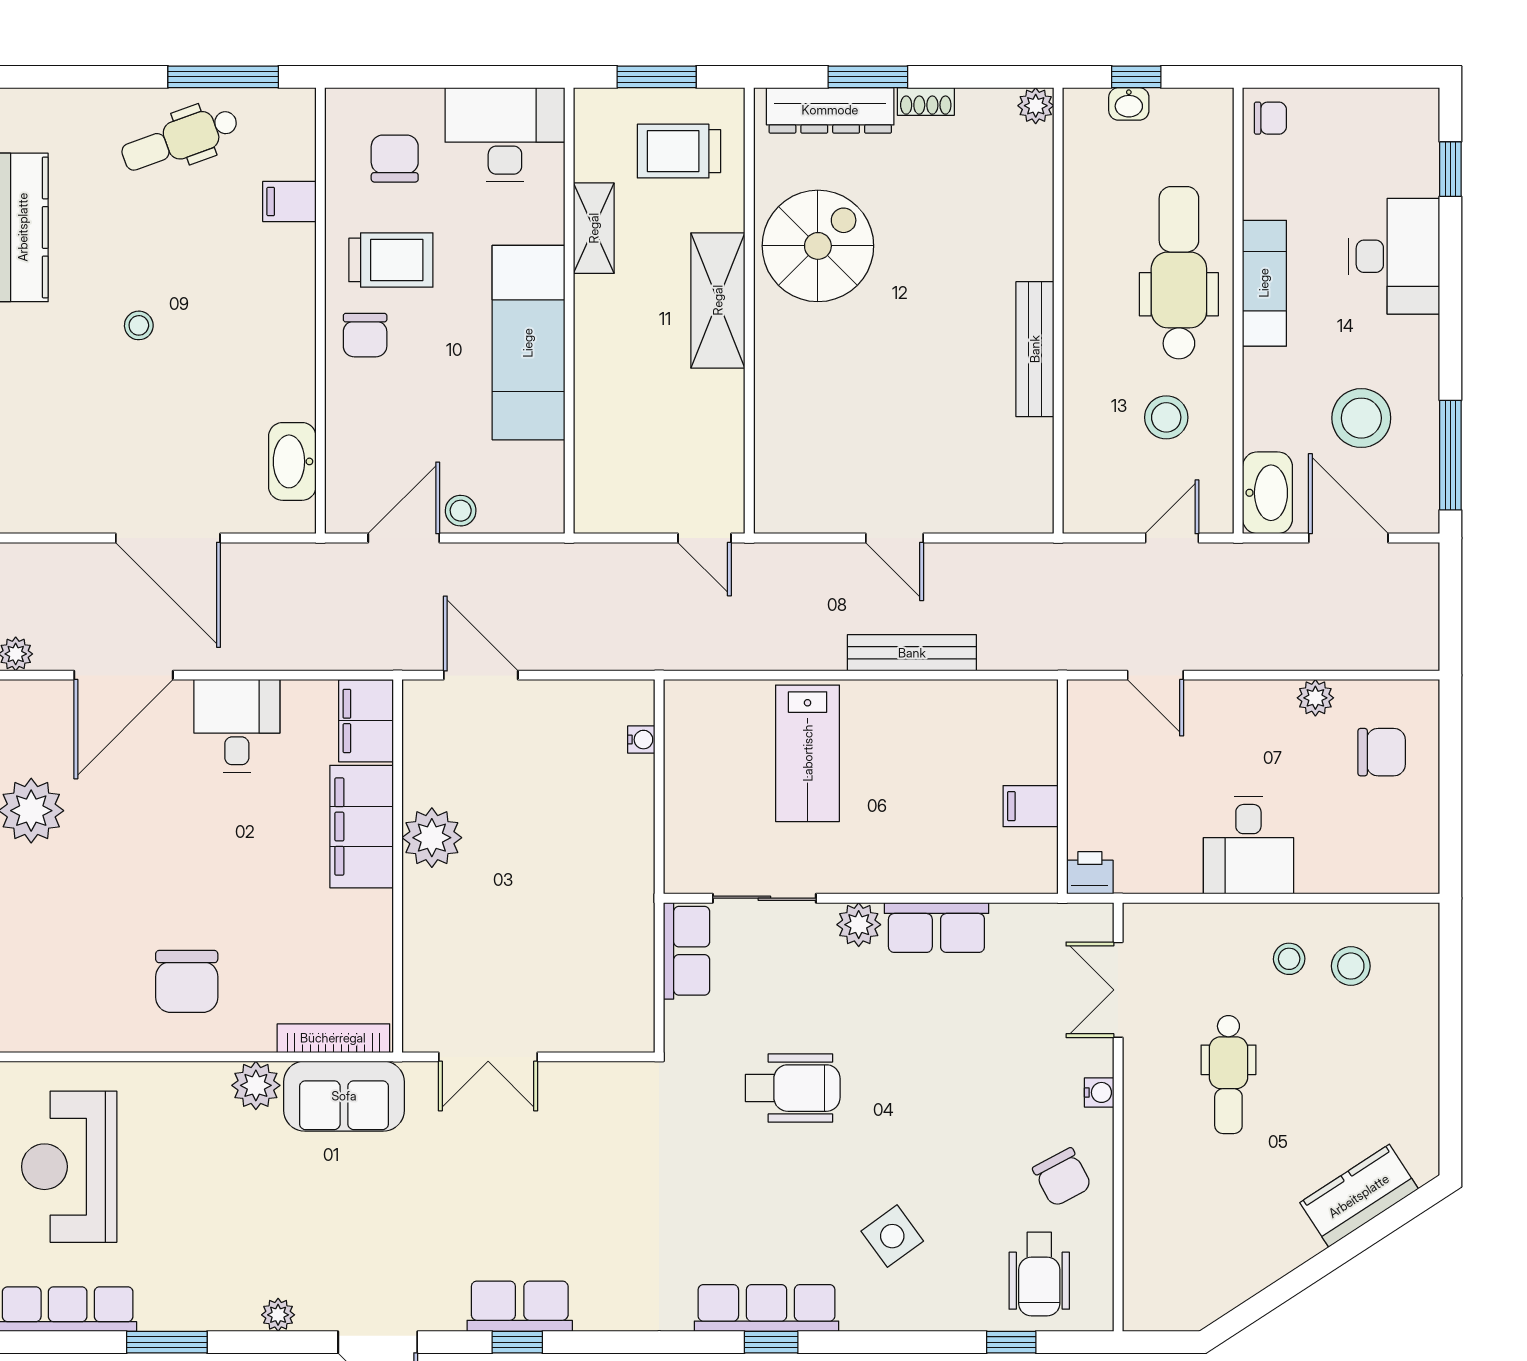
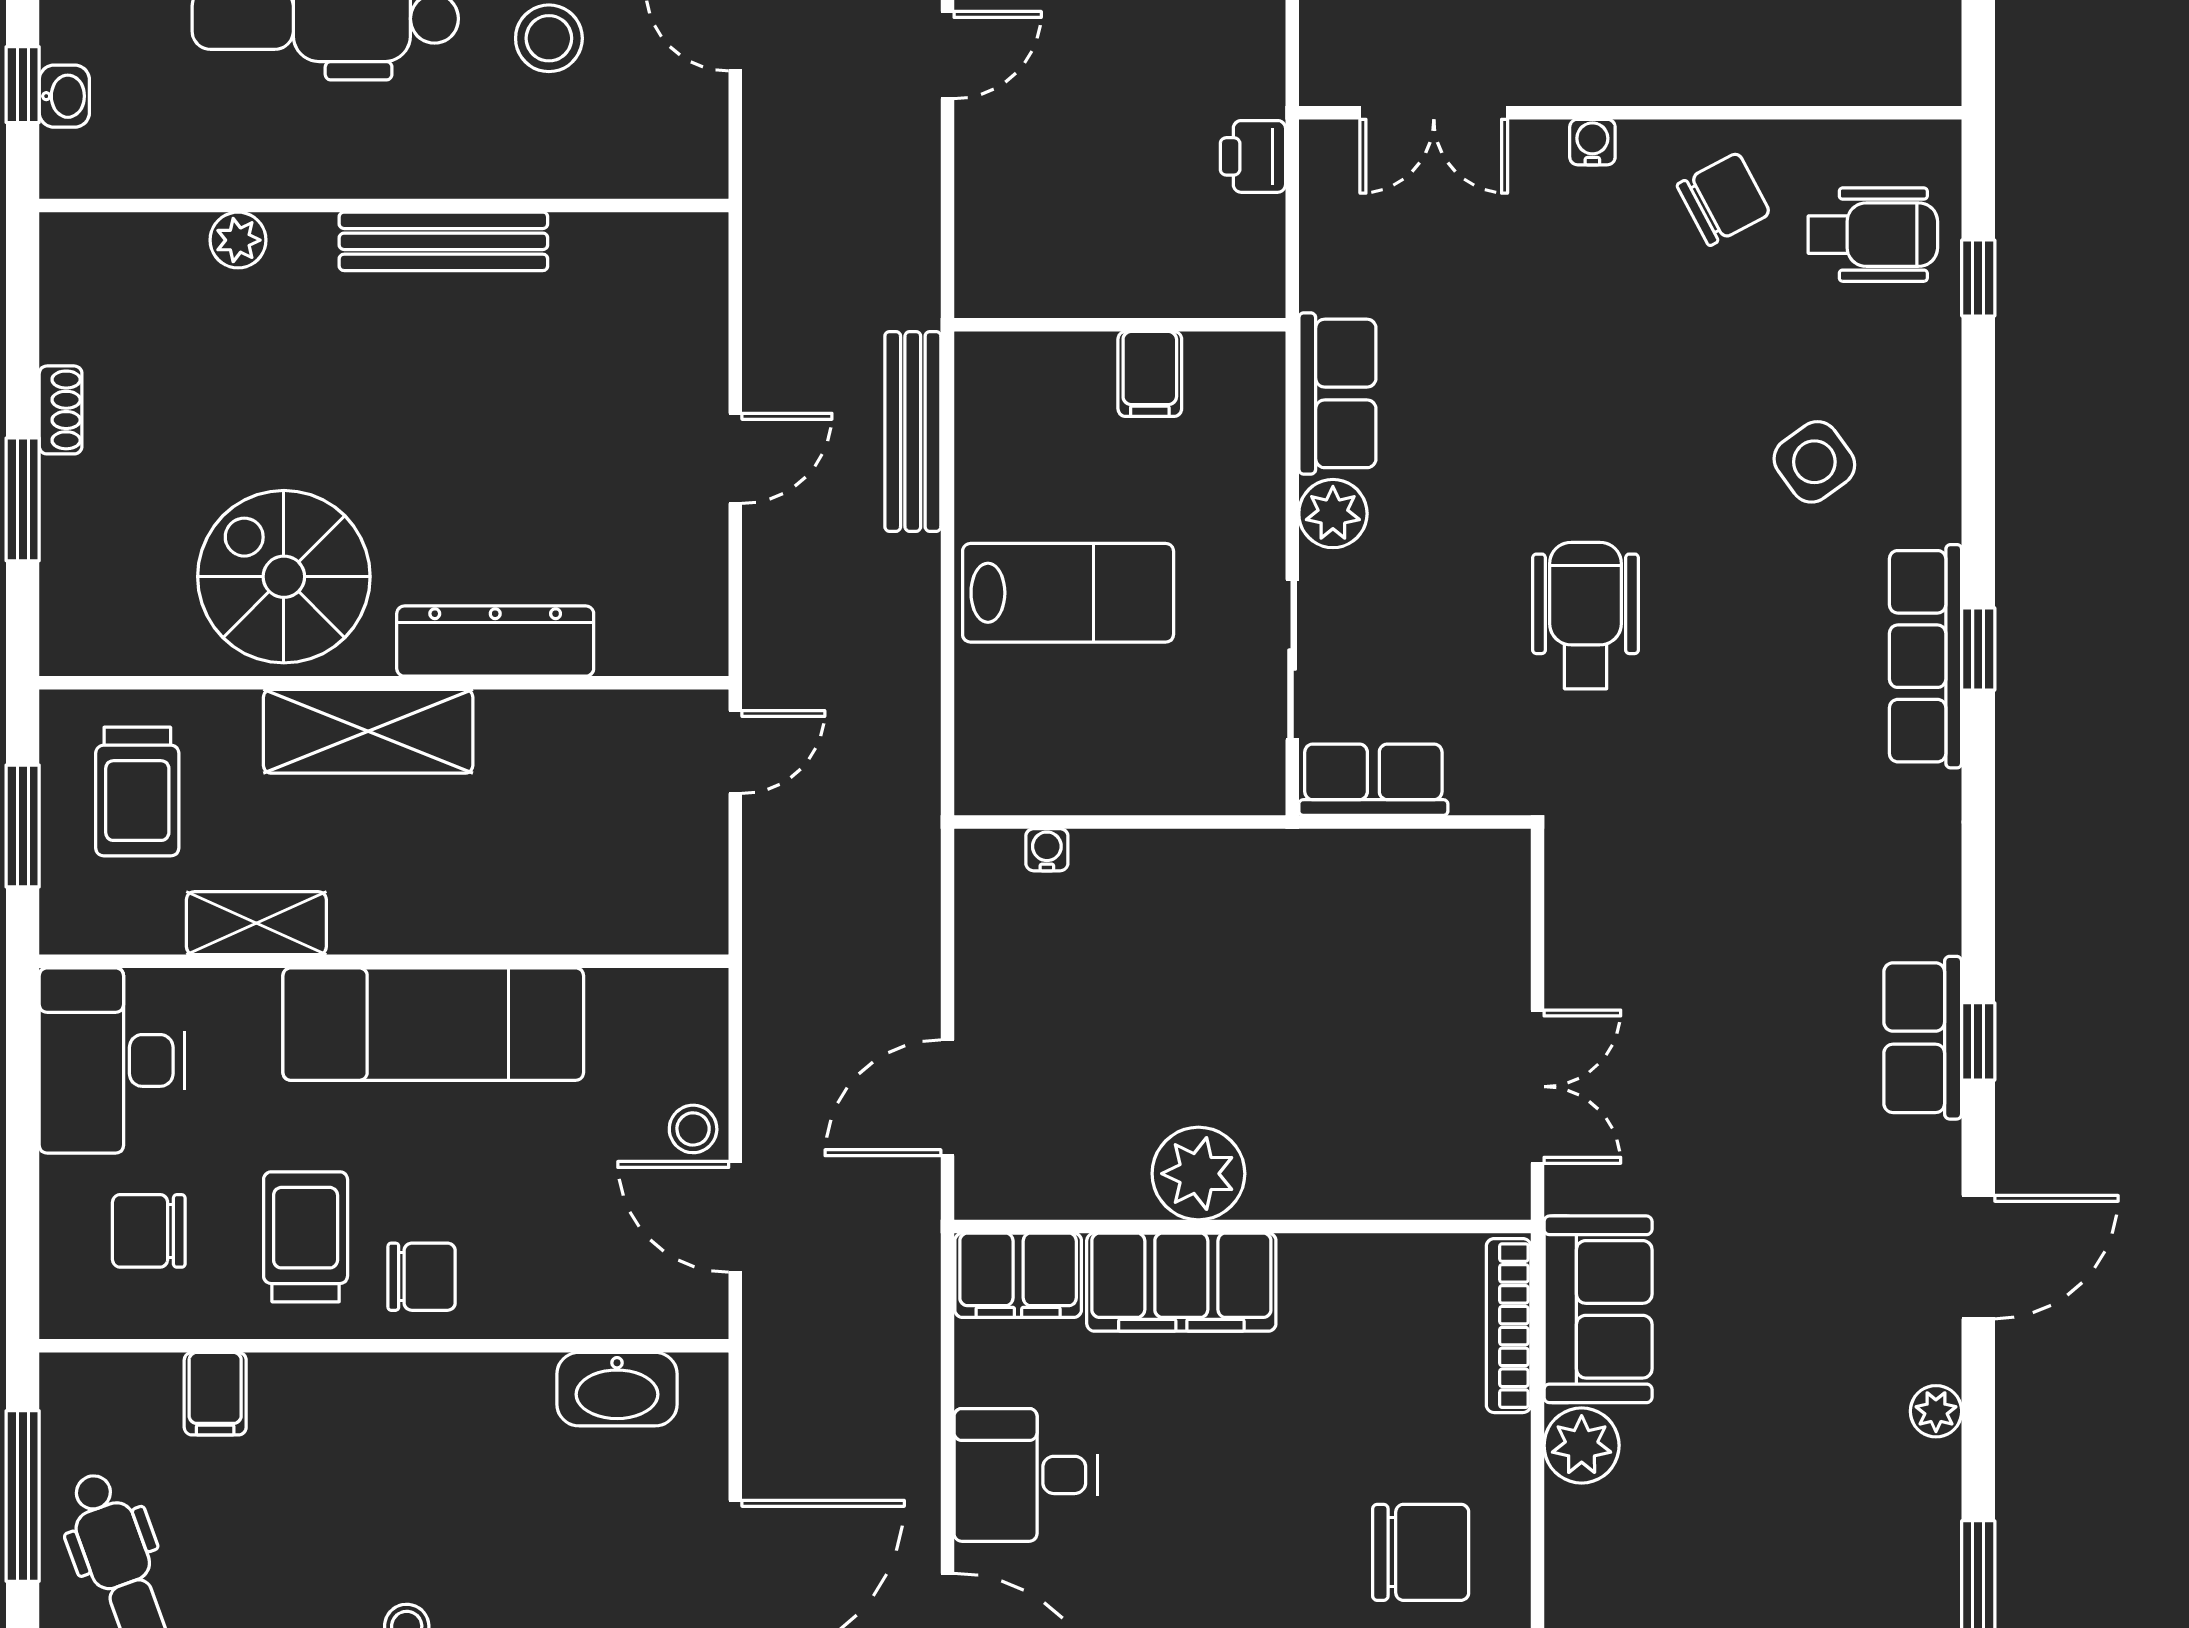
plant: (1036, 106) -> (238, 240), moved
dresser: (830, 110) -> (495, 641), moved, turned -90
wall: (1062, 787) -> (1120, 325), moved
filing cabinet: (1031, 806) -> (1150, 374), moved

